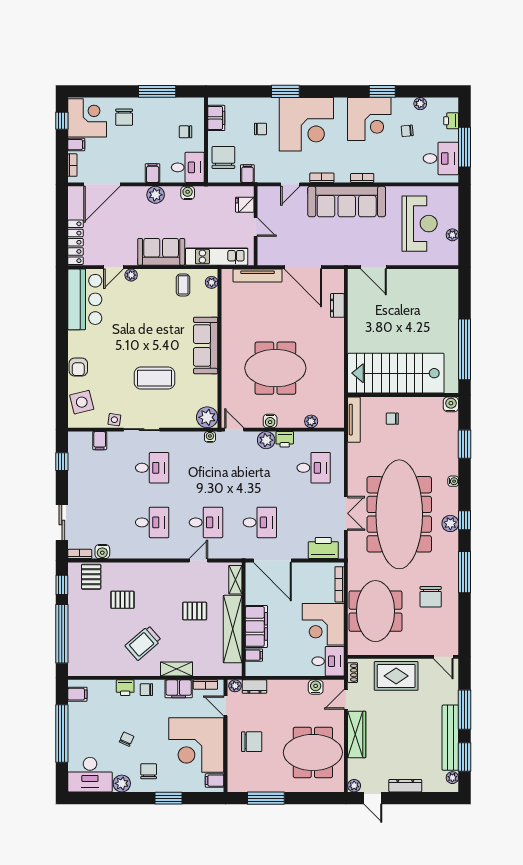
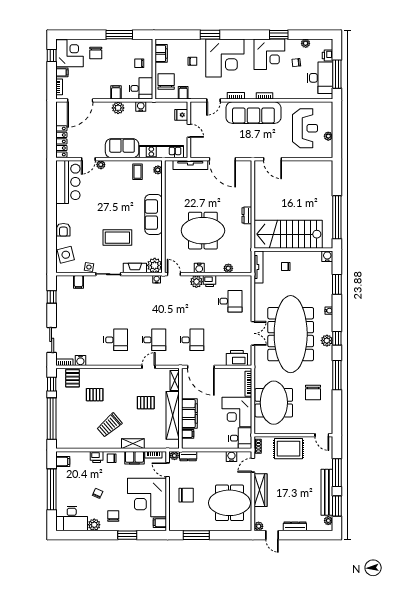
desk: (441, 158) -> (320, 78), width x1.37
dresser: (337, 305) -> (247, 215), moved
fireplace: (179, 421) -> (135, 268), added
desk: (152, 468) -> (116, 301), removed

